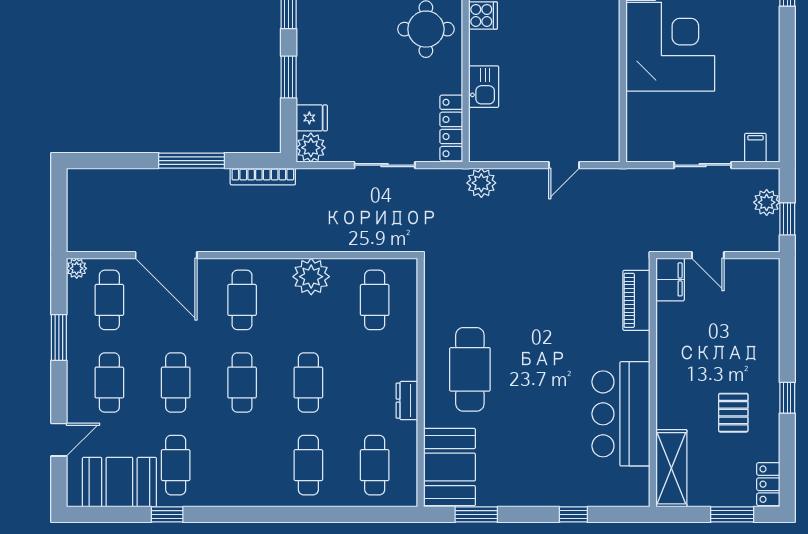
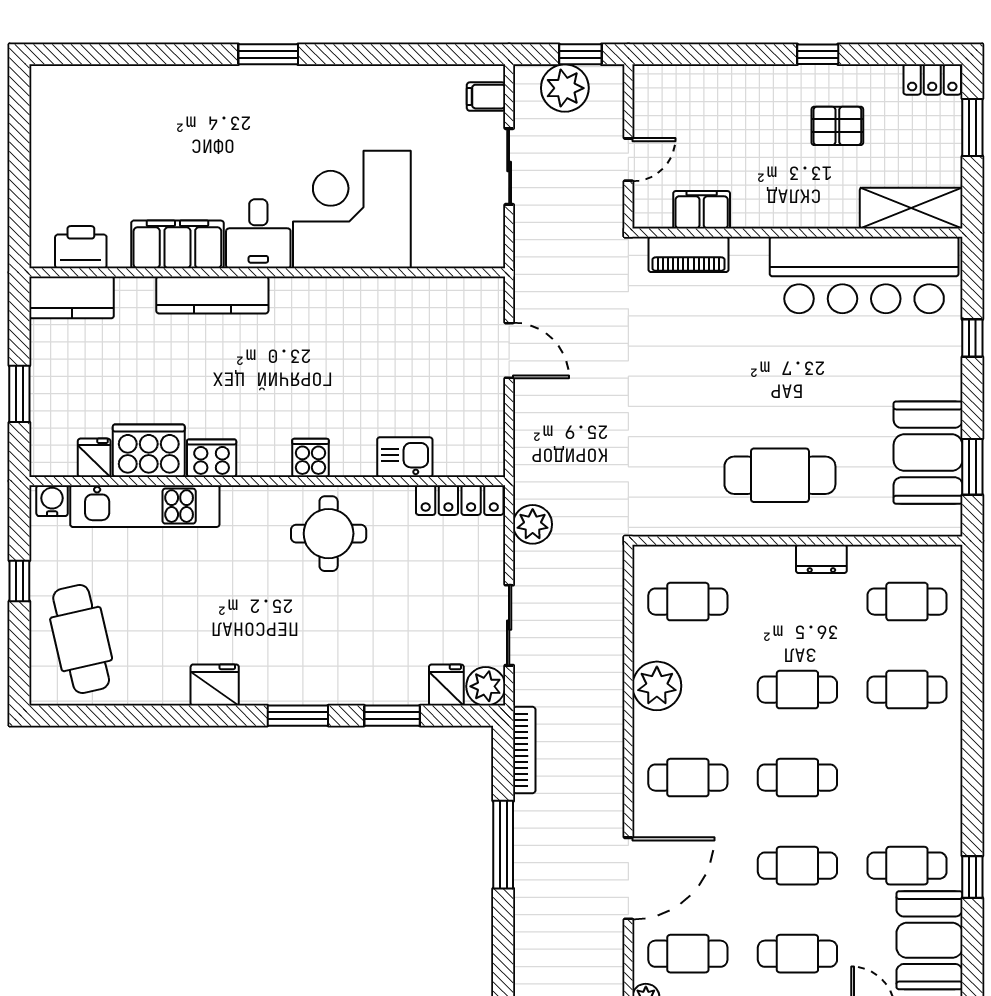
sliding door: (385, 165) -> (509, 625), moved
door: (564, 165) -> (509, 350), width x1.38
plant: (481, 183) -> (533, 524), moved
plant: (767, 202) -> (565, 88), width x1.36, depth x1.36
filing cabinet: (670, 279) -> (702, 210), moved
bar counter: (621, 414) -> (864, 275), width x1.36
booth: (450, 467) -> (928, 453), moved, turned 90

